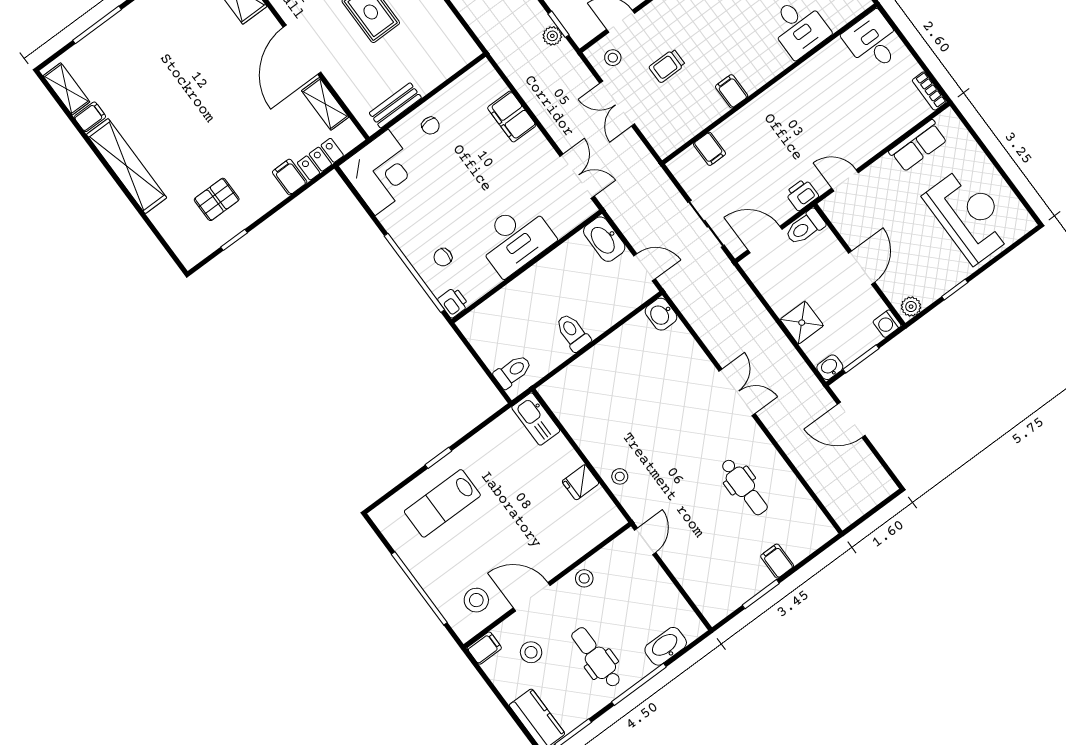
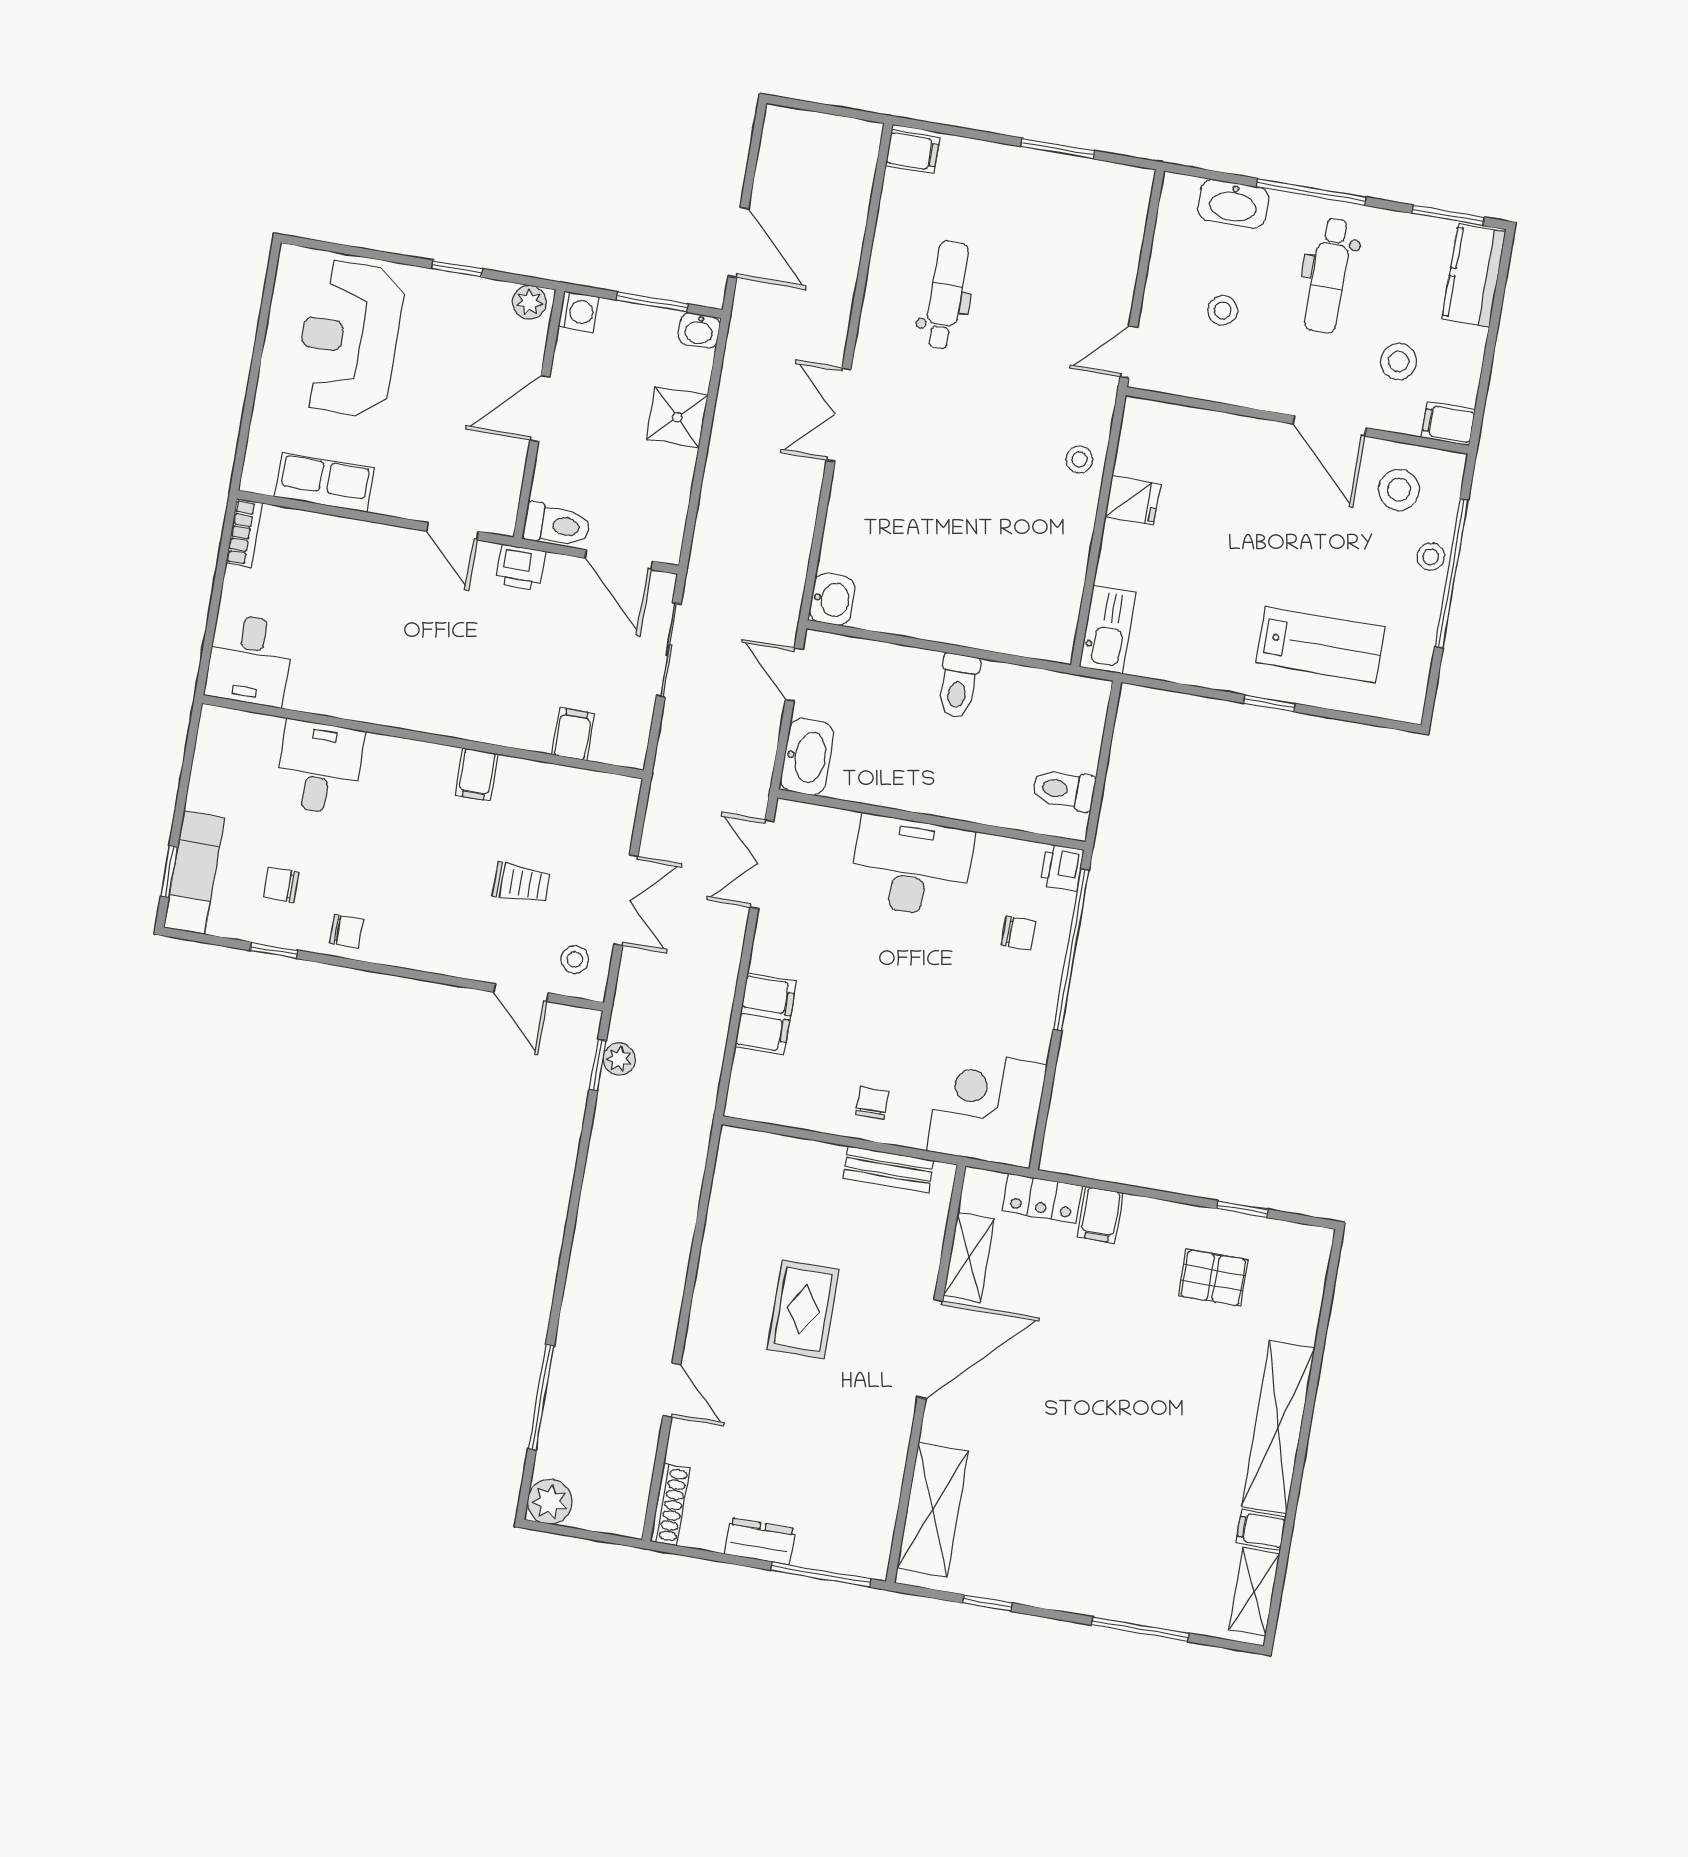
toilet: (513, 371) -> (1063, 790), moved
filing cabinet: (777, 561) -> (913, 152), moved, turned -90
stool: (584, 578) -> (1223, 310), moved
stool: (435, 586) -> (1431, 557), added

